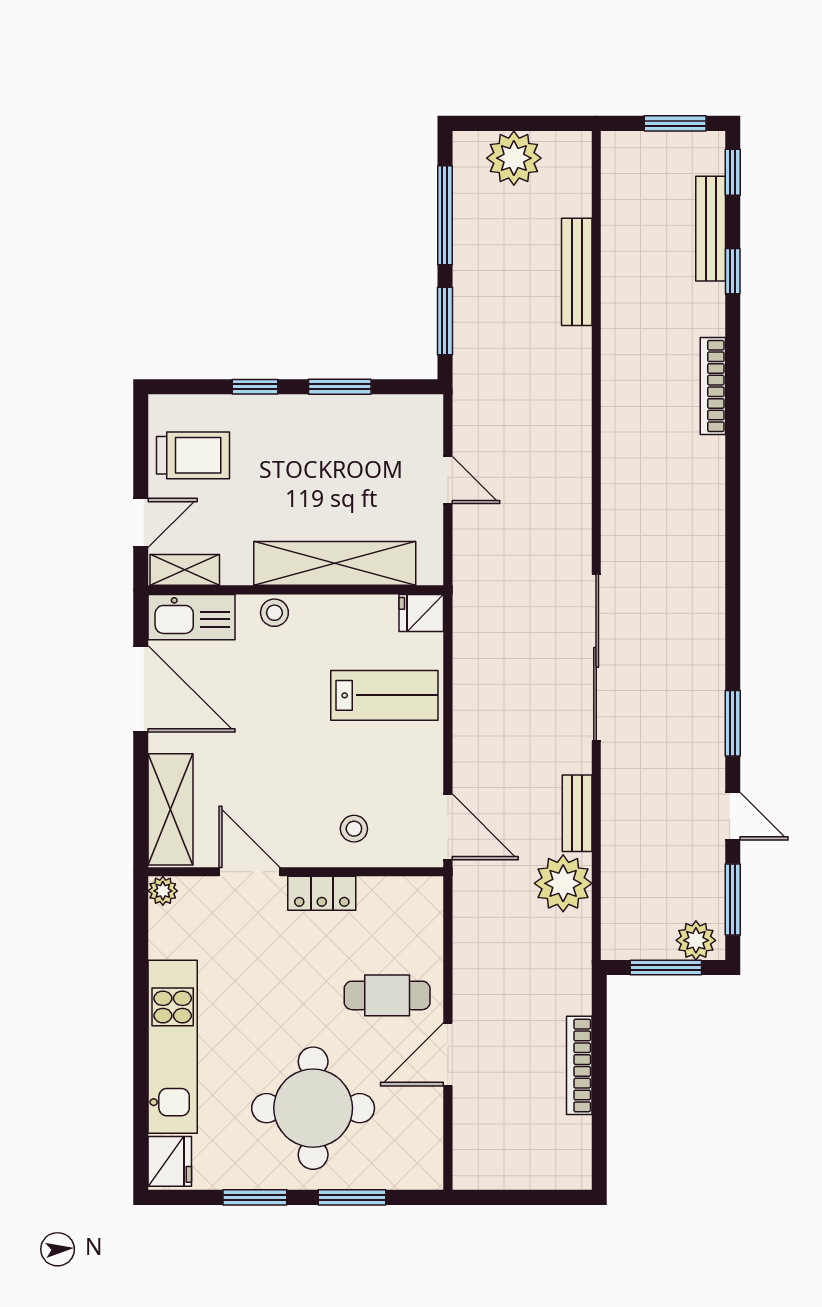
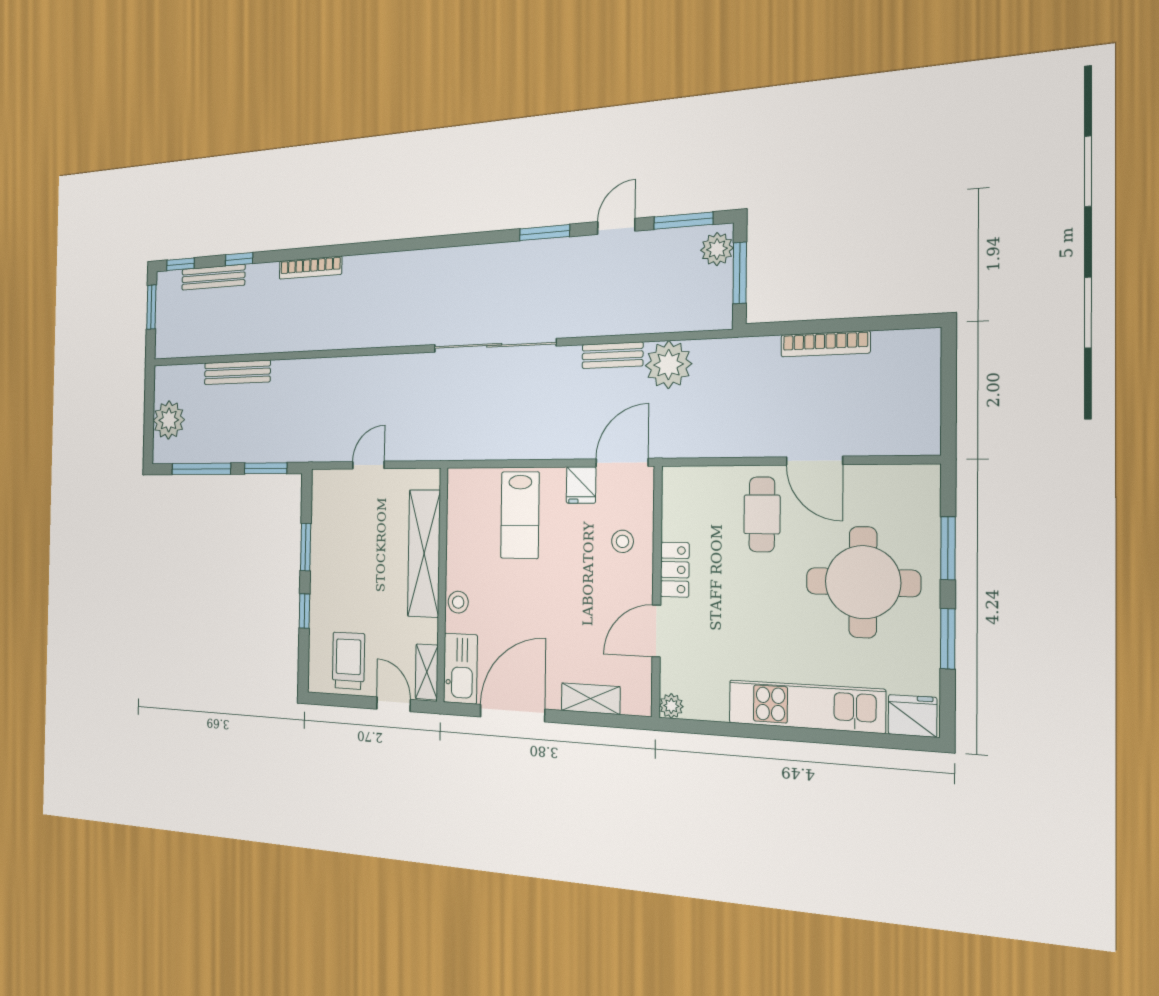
fridge: (421, 613) -> (581, 485), moved
lab bench: (384, 695) -> (520, 515), turned 180
shelving: (171, 809) -> (591, 699), width x0.67, depth x0.75

